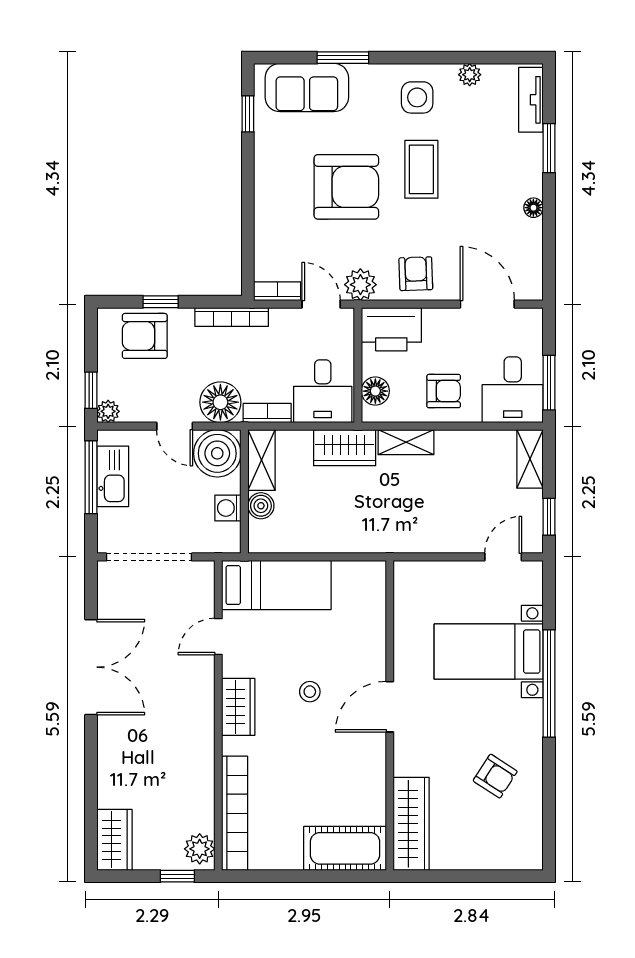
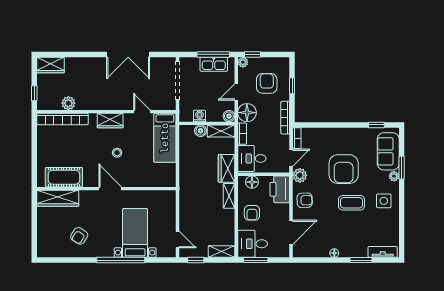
plant: (470, 75) -> (394, 176), moved
armchair: (145, 336) -> (267, 83), moved
boiler: (217, 453) -> (229, 116), width x0.54, depth x0.54
cot: (345, 848) -> (64, 177), moved, turned 90
plant: (200, 849) -> (68, 103), moved

